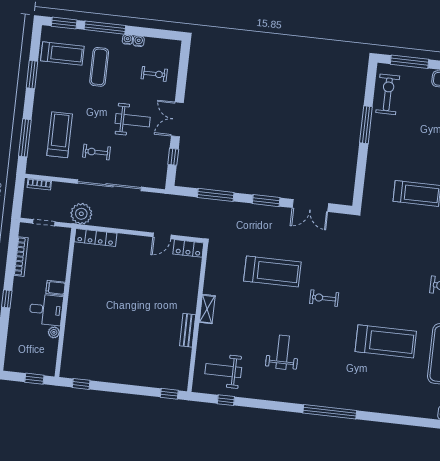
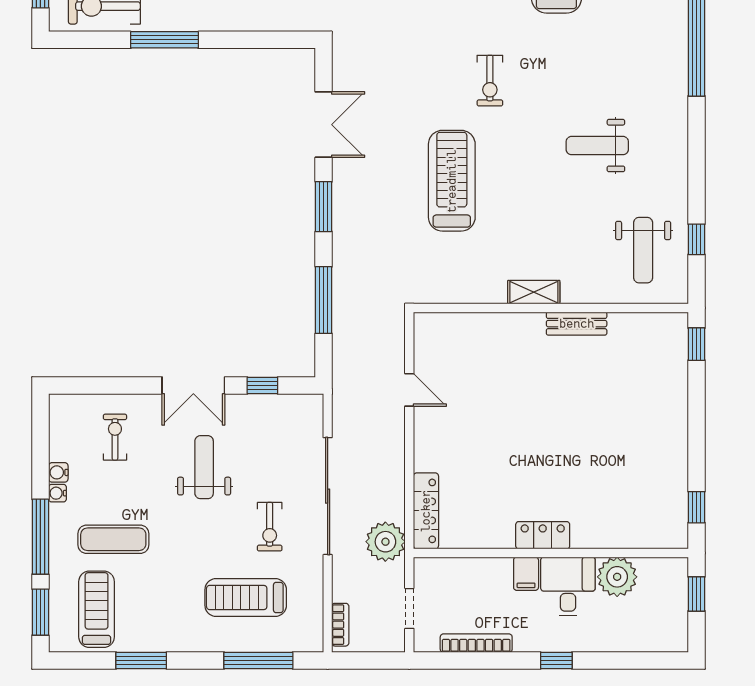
locker: (188, 248) -> (543, 535), moved, turned -90
plant: (54, 332) -> (617, 577), width x1.88, depth x1.88

